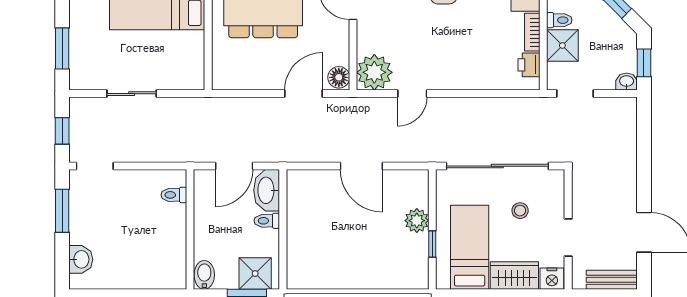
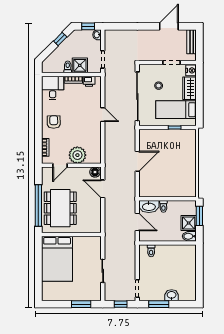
plant: (374, 72) -> (77, 155), moved
door: (412, 94) -> (103, 115), moved
plant: (417, 221) -> (163, 135), removed
washbasin: (81, 259) -> (172, 295), moved
shower: (255, 274) -> (189, 223), moved

